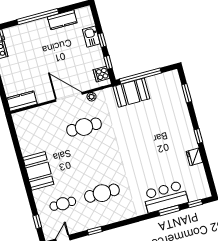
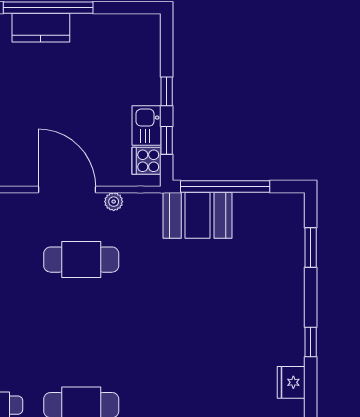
kitchen counter: (62, 20) -> (41, 28), moved
kitchen sink: (91, 37) -> (146, 125), moved

